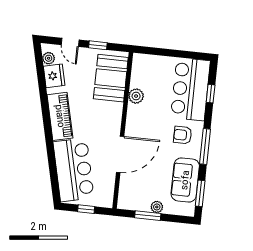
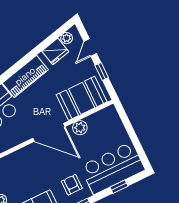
door: (120, 154) -> (49, 132), moved

